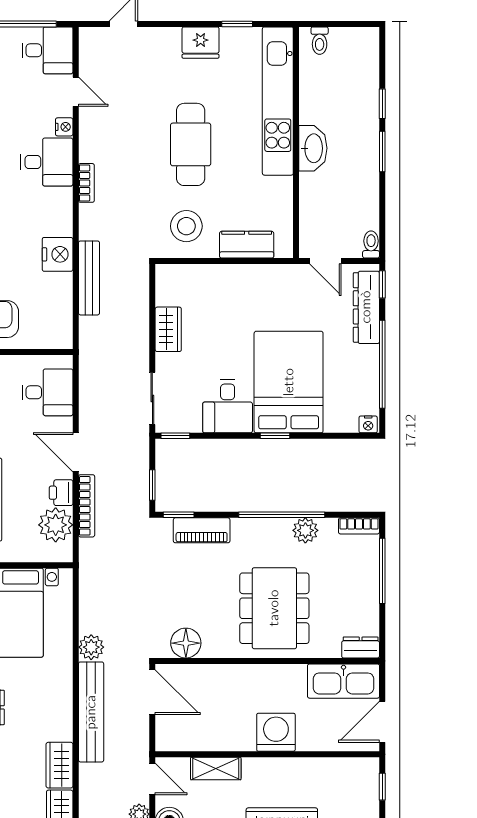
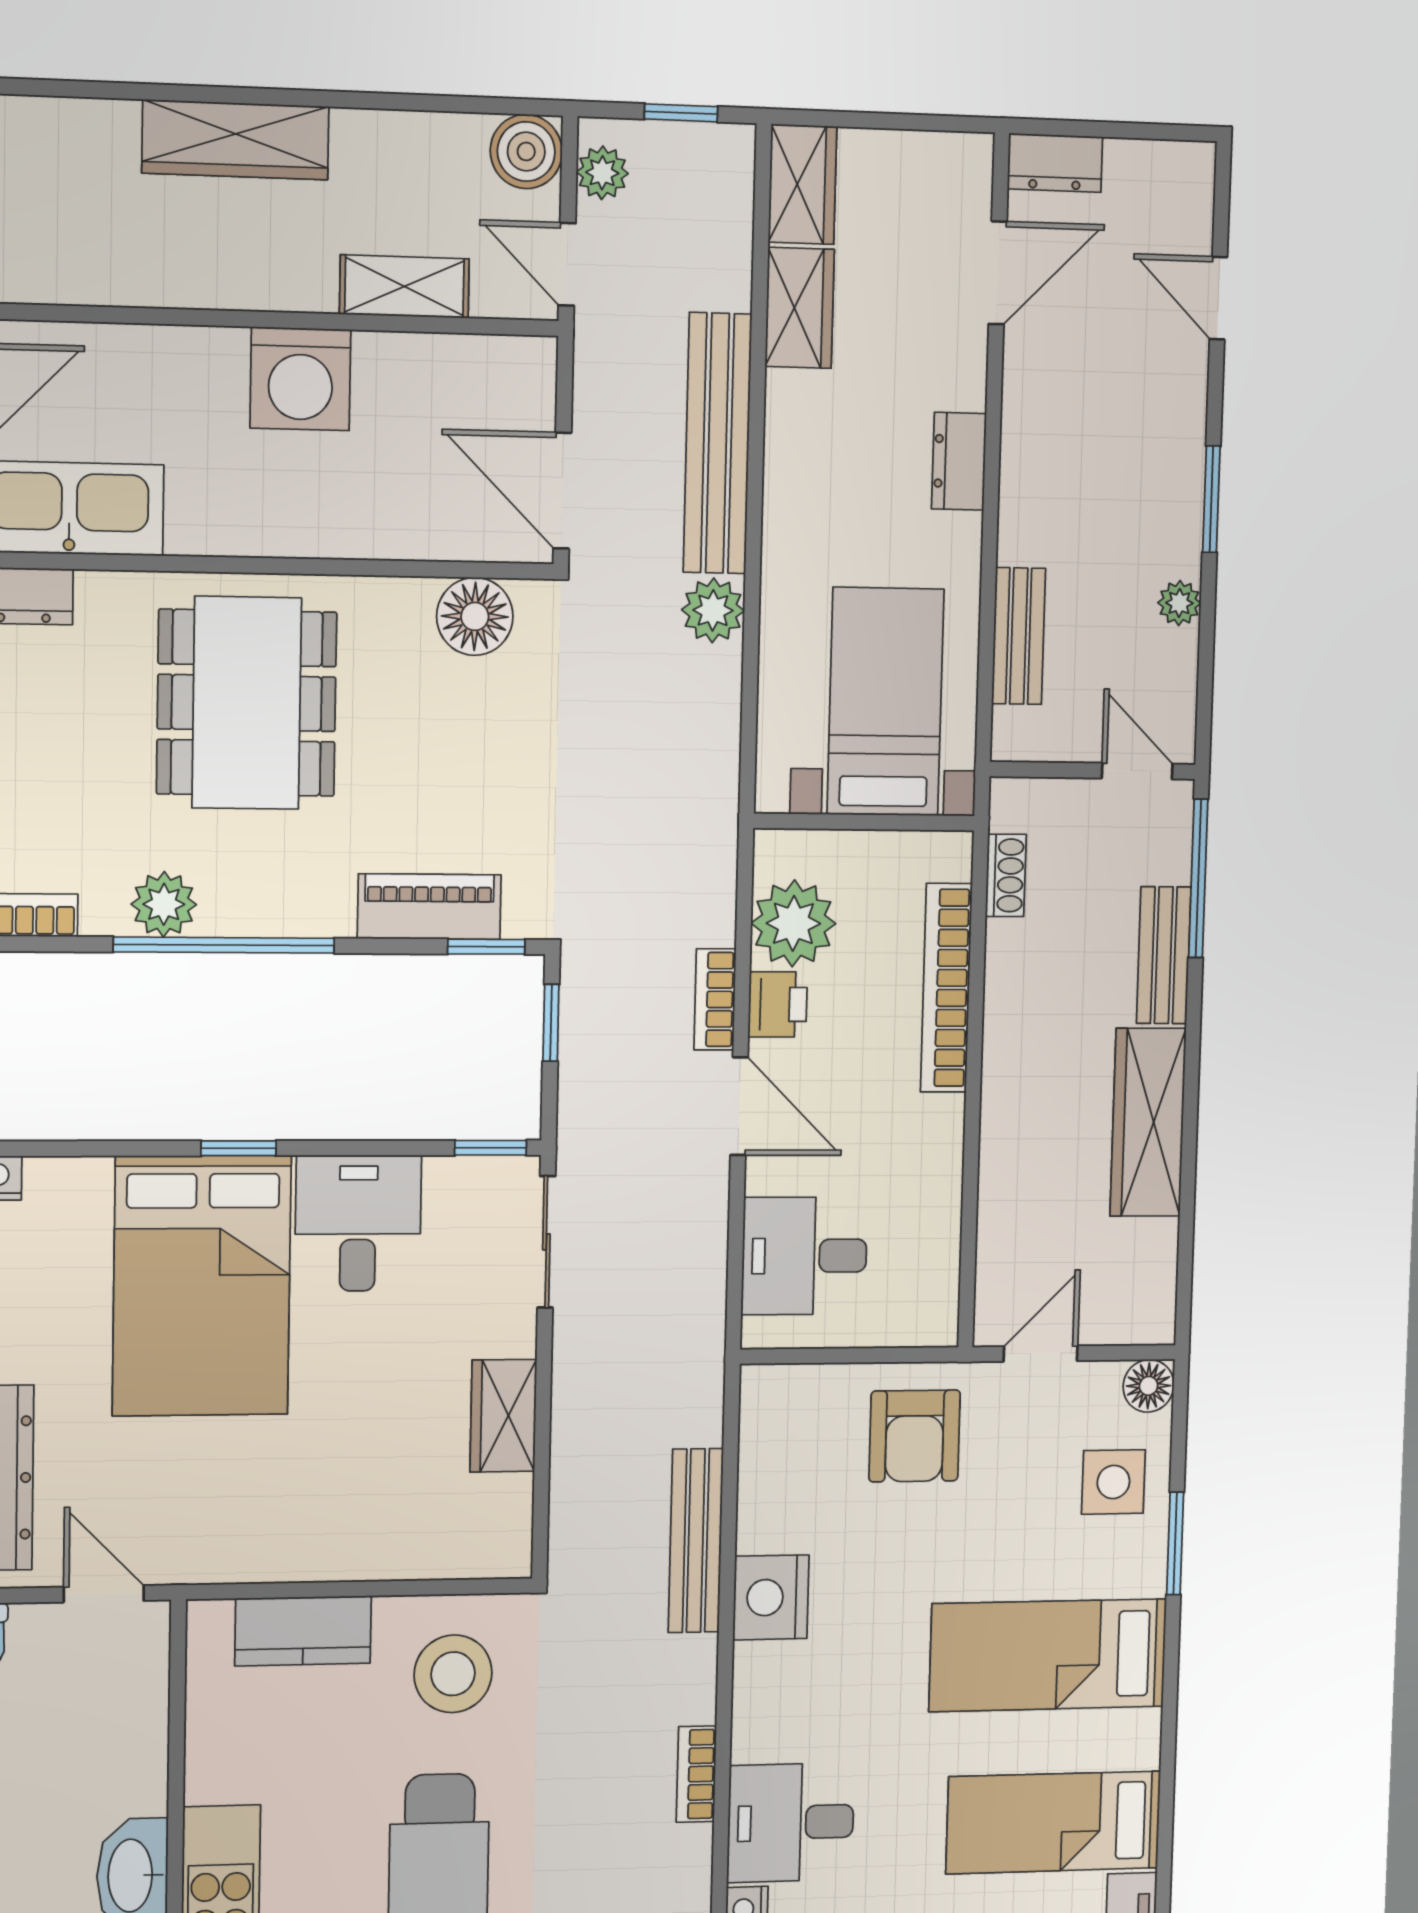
bookcase: (87, 506) -> (715, 999), width x0.64
washing machine: (276, 732) -> (300, 379), moved

